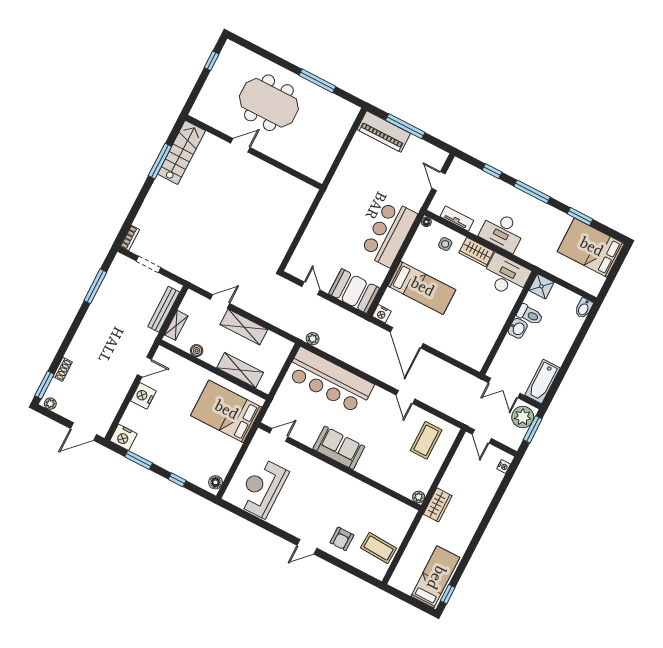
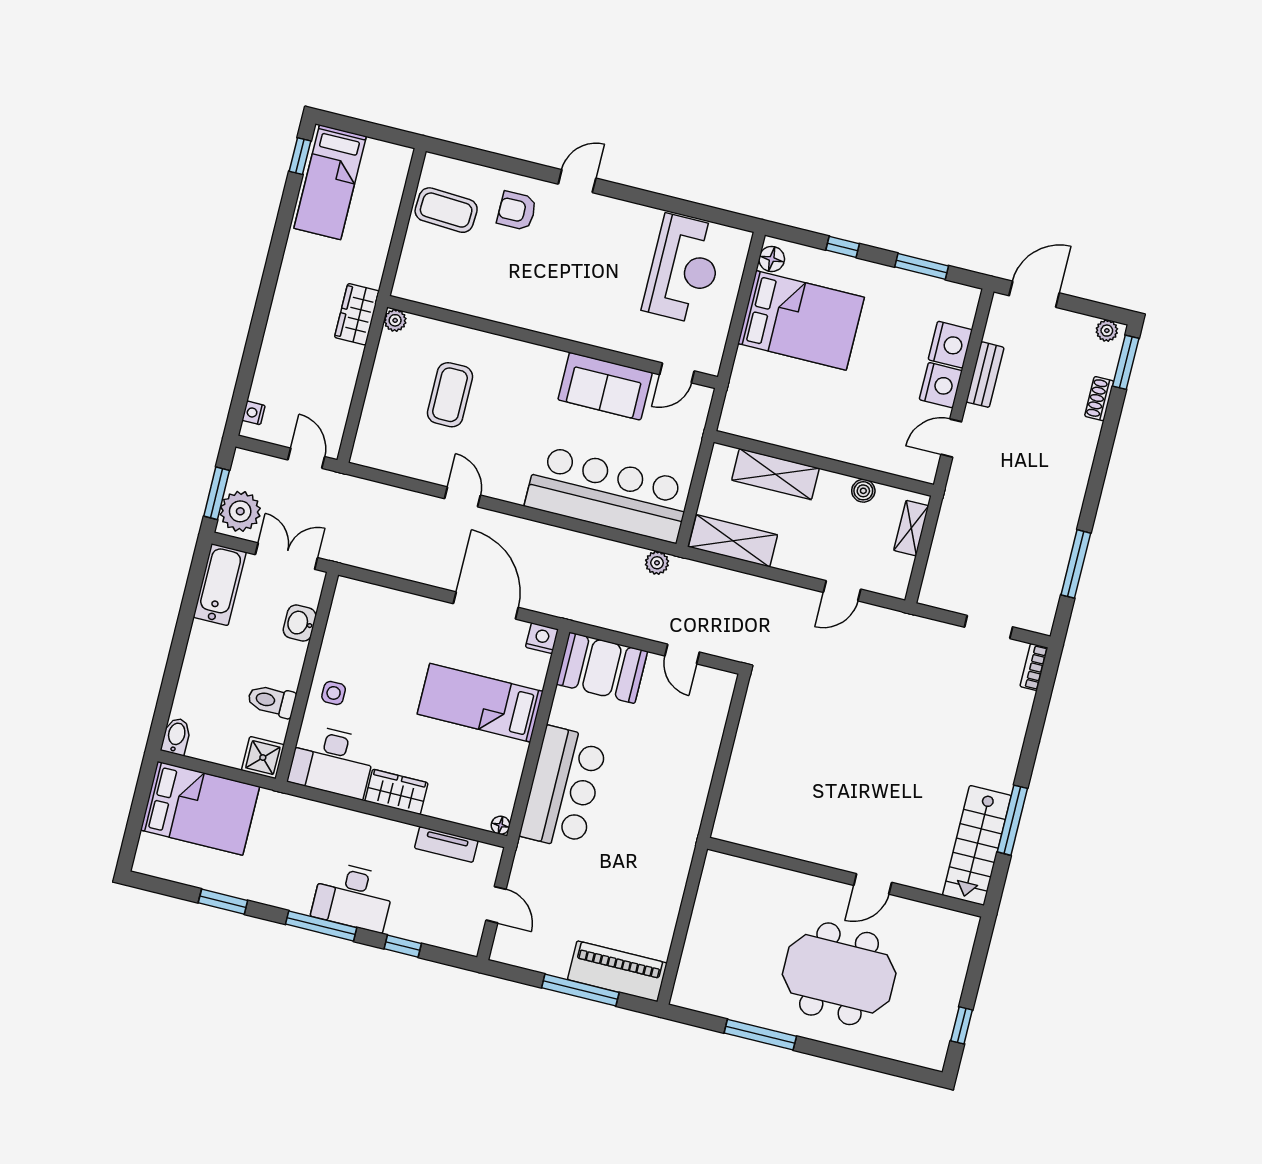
desk: (502, 231) -> (353, 897), moved, turned 180
side table: (445, 244) -> (334, 693), moved
bed: (591, 248) -> (200, 808), moved
bench: (164, 309) -> (985, 375), moved, width x0.73
shelving: (244, 327) -> (733, 541), moved
washbasin: (518, 328) -> (300, 623), moved
bed: (226, 411) -> (801, 320), moved
nightstand: (123, 437) -> (950, 345), moved, turned 90
coffee table: (426, 440) -> (450, 395), moved
sofa: (339, 448) -> (605, 386), moved
armchair: (342, 539) -> (517, 211), turned -90

